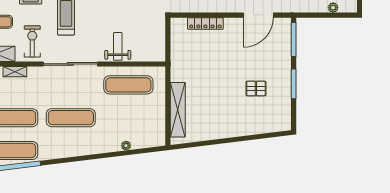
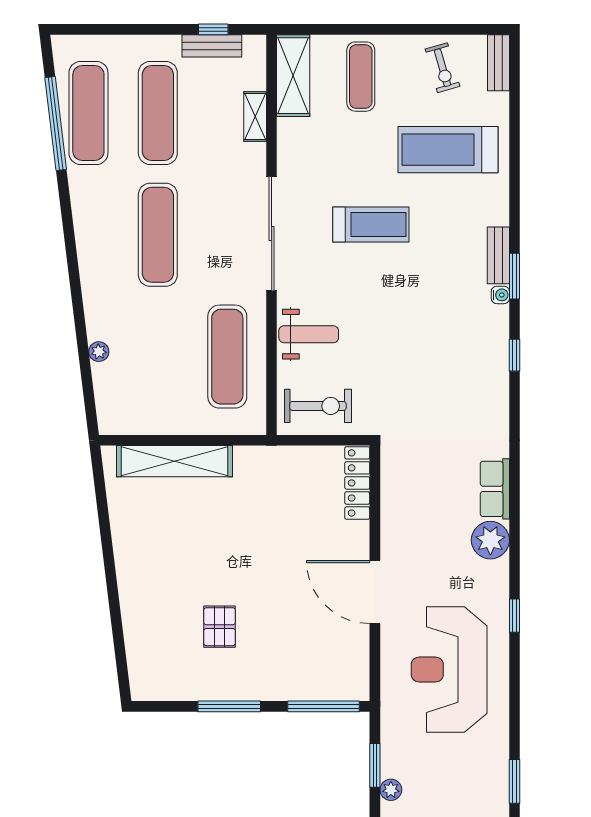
door: (258, 15) -> (375, 592), moved
window: (321, 15) -> (375, 765), added
locker: (205, 23) -> (357, 483), moved
exercise bike: (32, 41) -> (318, 406), moved

